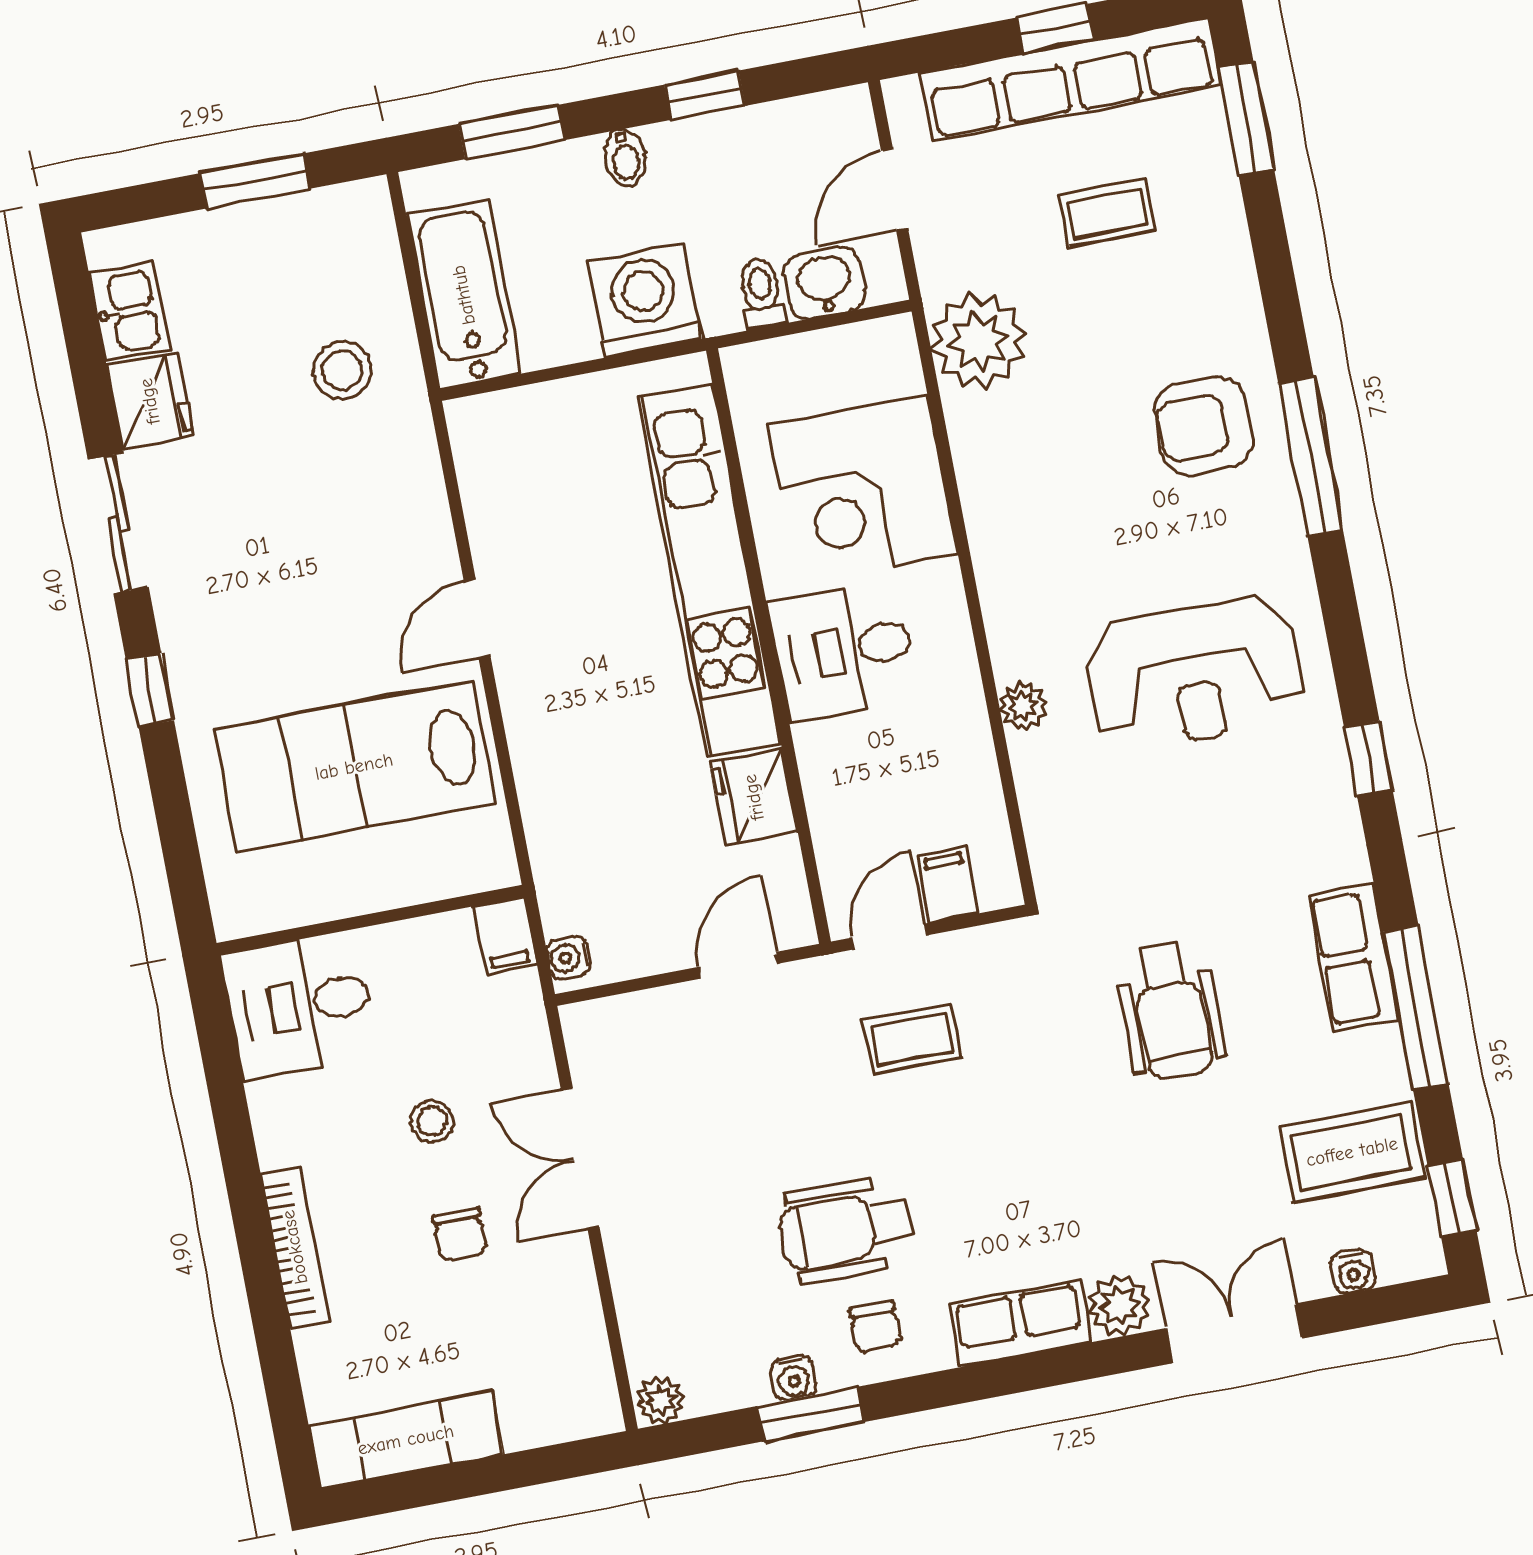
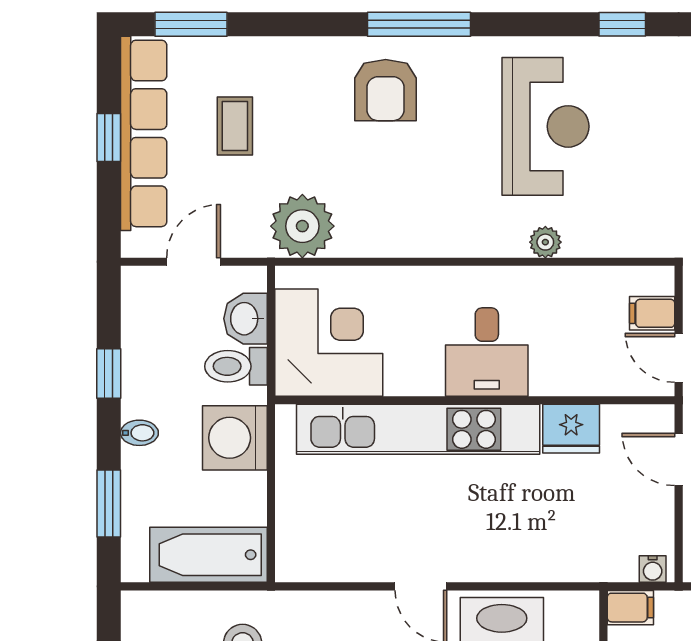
door: (894, 189) -> (194, 262), swing flipped
toilet: (761, 293) -> (236, 366), width x1.37, depth x1.39
corner desk: (863, 489) -> (329, 343), moved, turned -90

